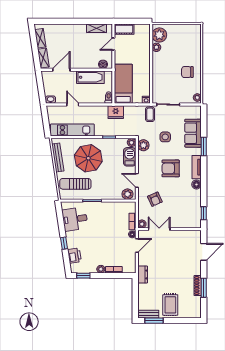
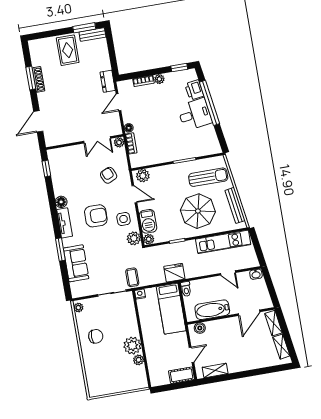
plant: (159, 35) -> (132, 346), moved
side table: (165, 137) -> (124, 219), moved
desk: (75, 219) -> (195, 114), moved
window: (64, 243) -> (210, 103), width x3.17
door: (137, 245) -> (119, 102), moved

